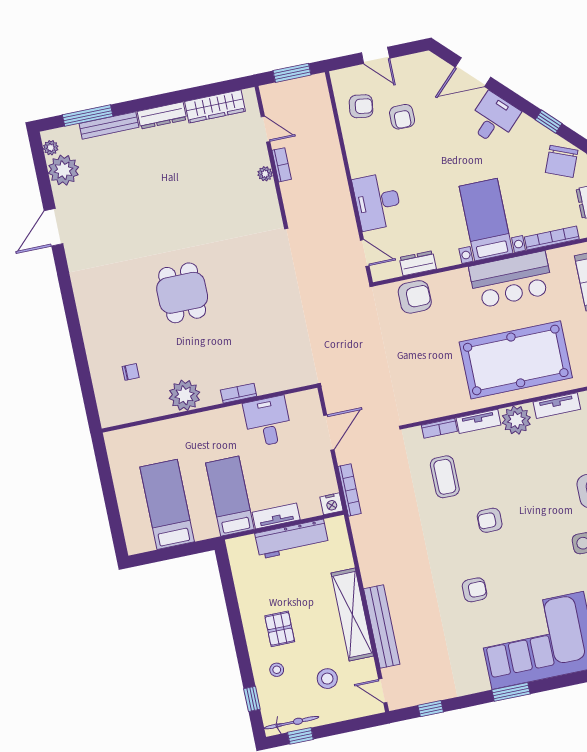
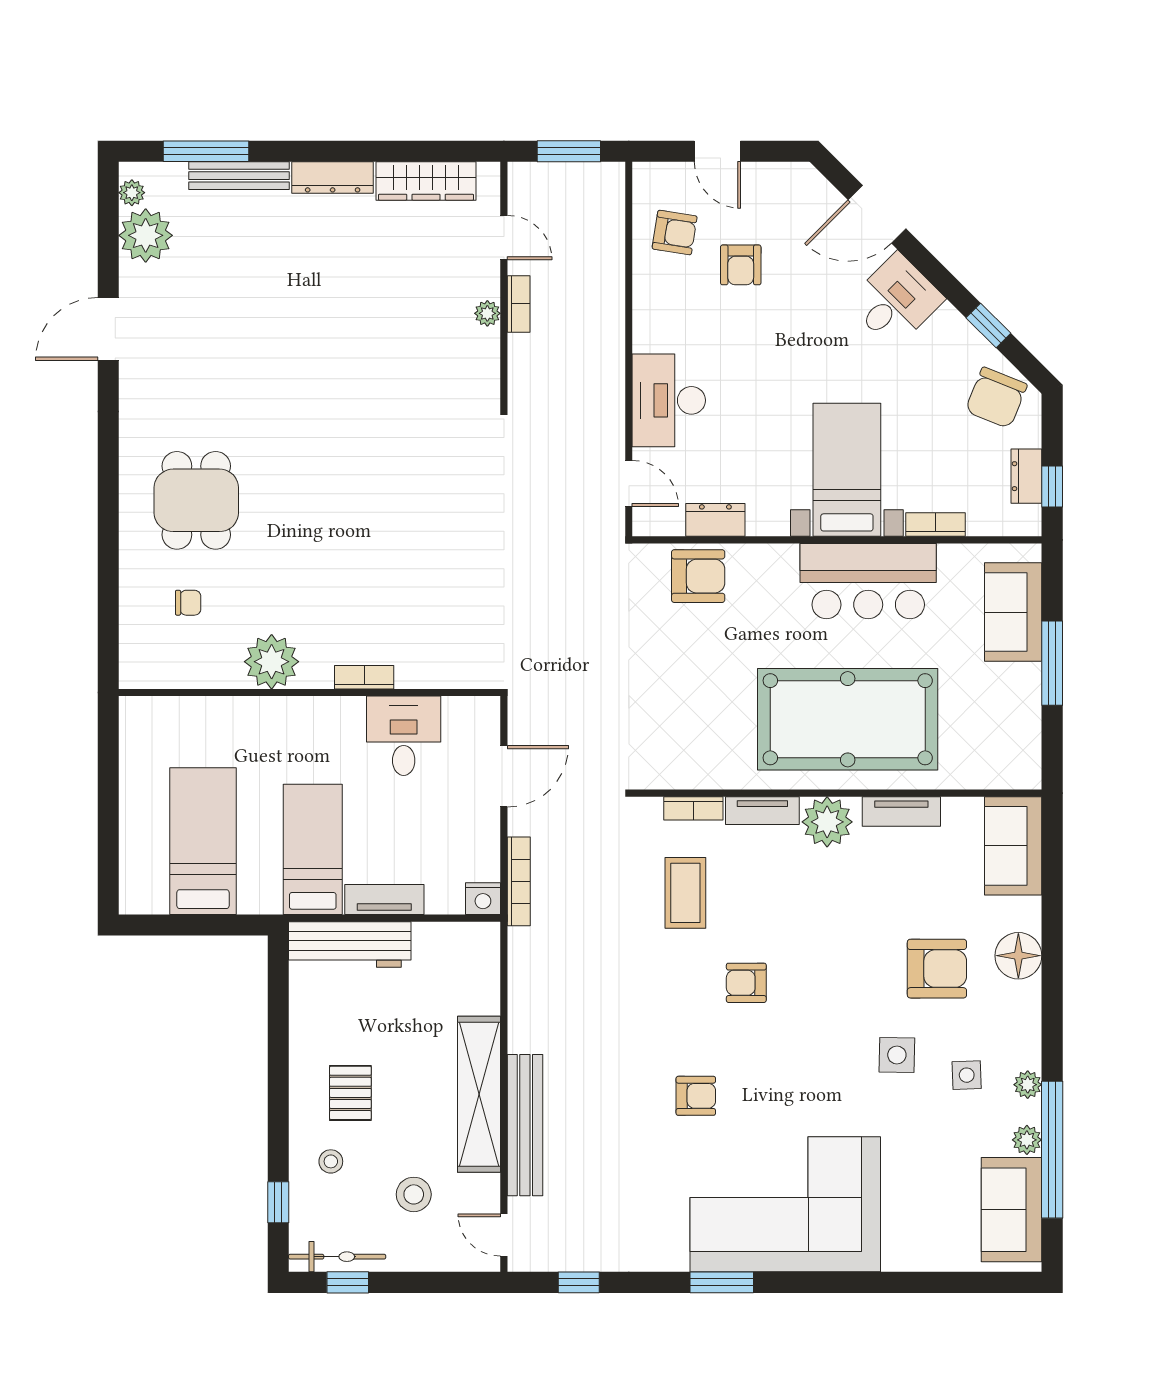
bookcase: (552, 238) -> (936, 525), width x0.64
dining table: (182, 293) -> (196, 500), moved
workbench: (292, 539) -> (350, 944), moved

